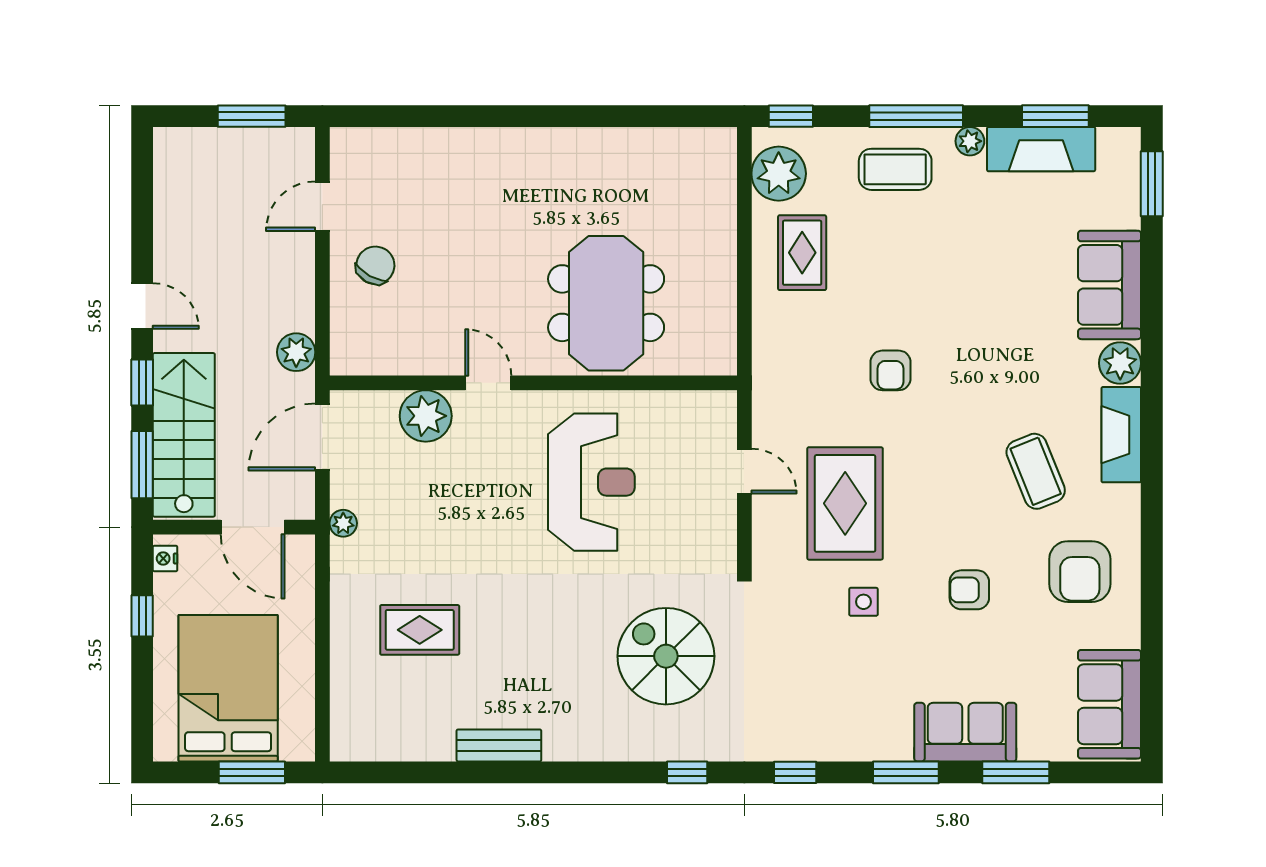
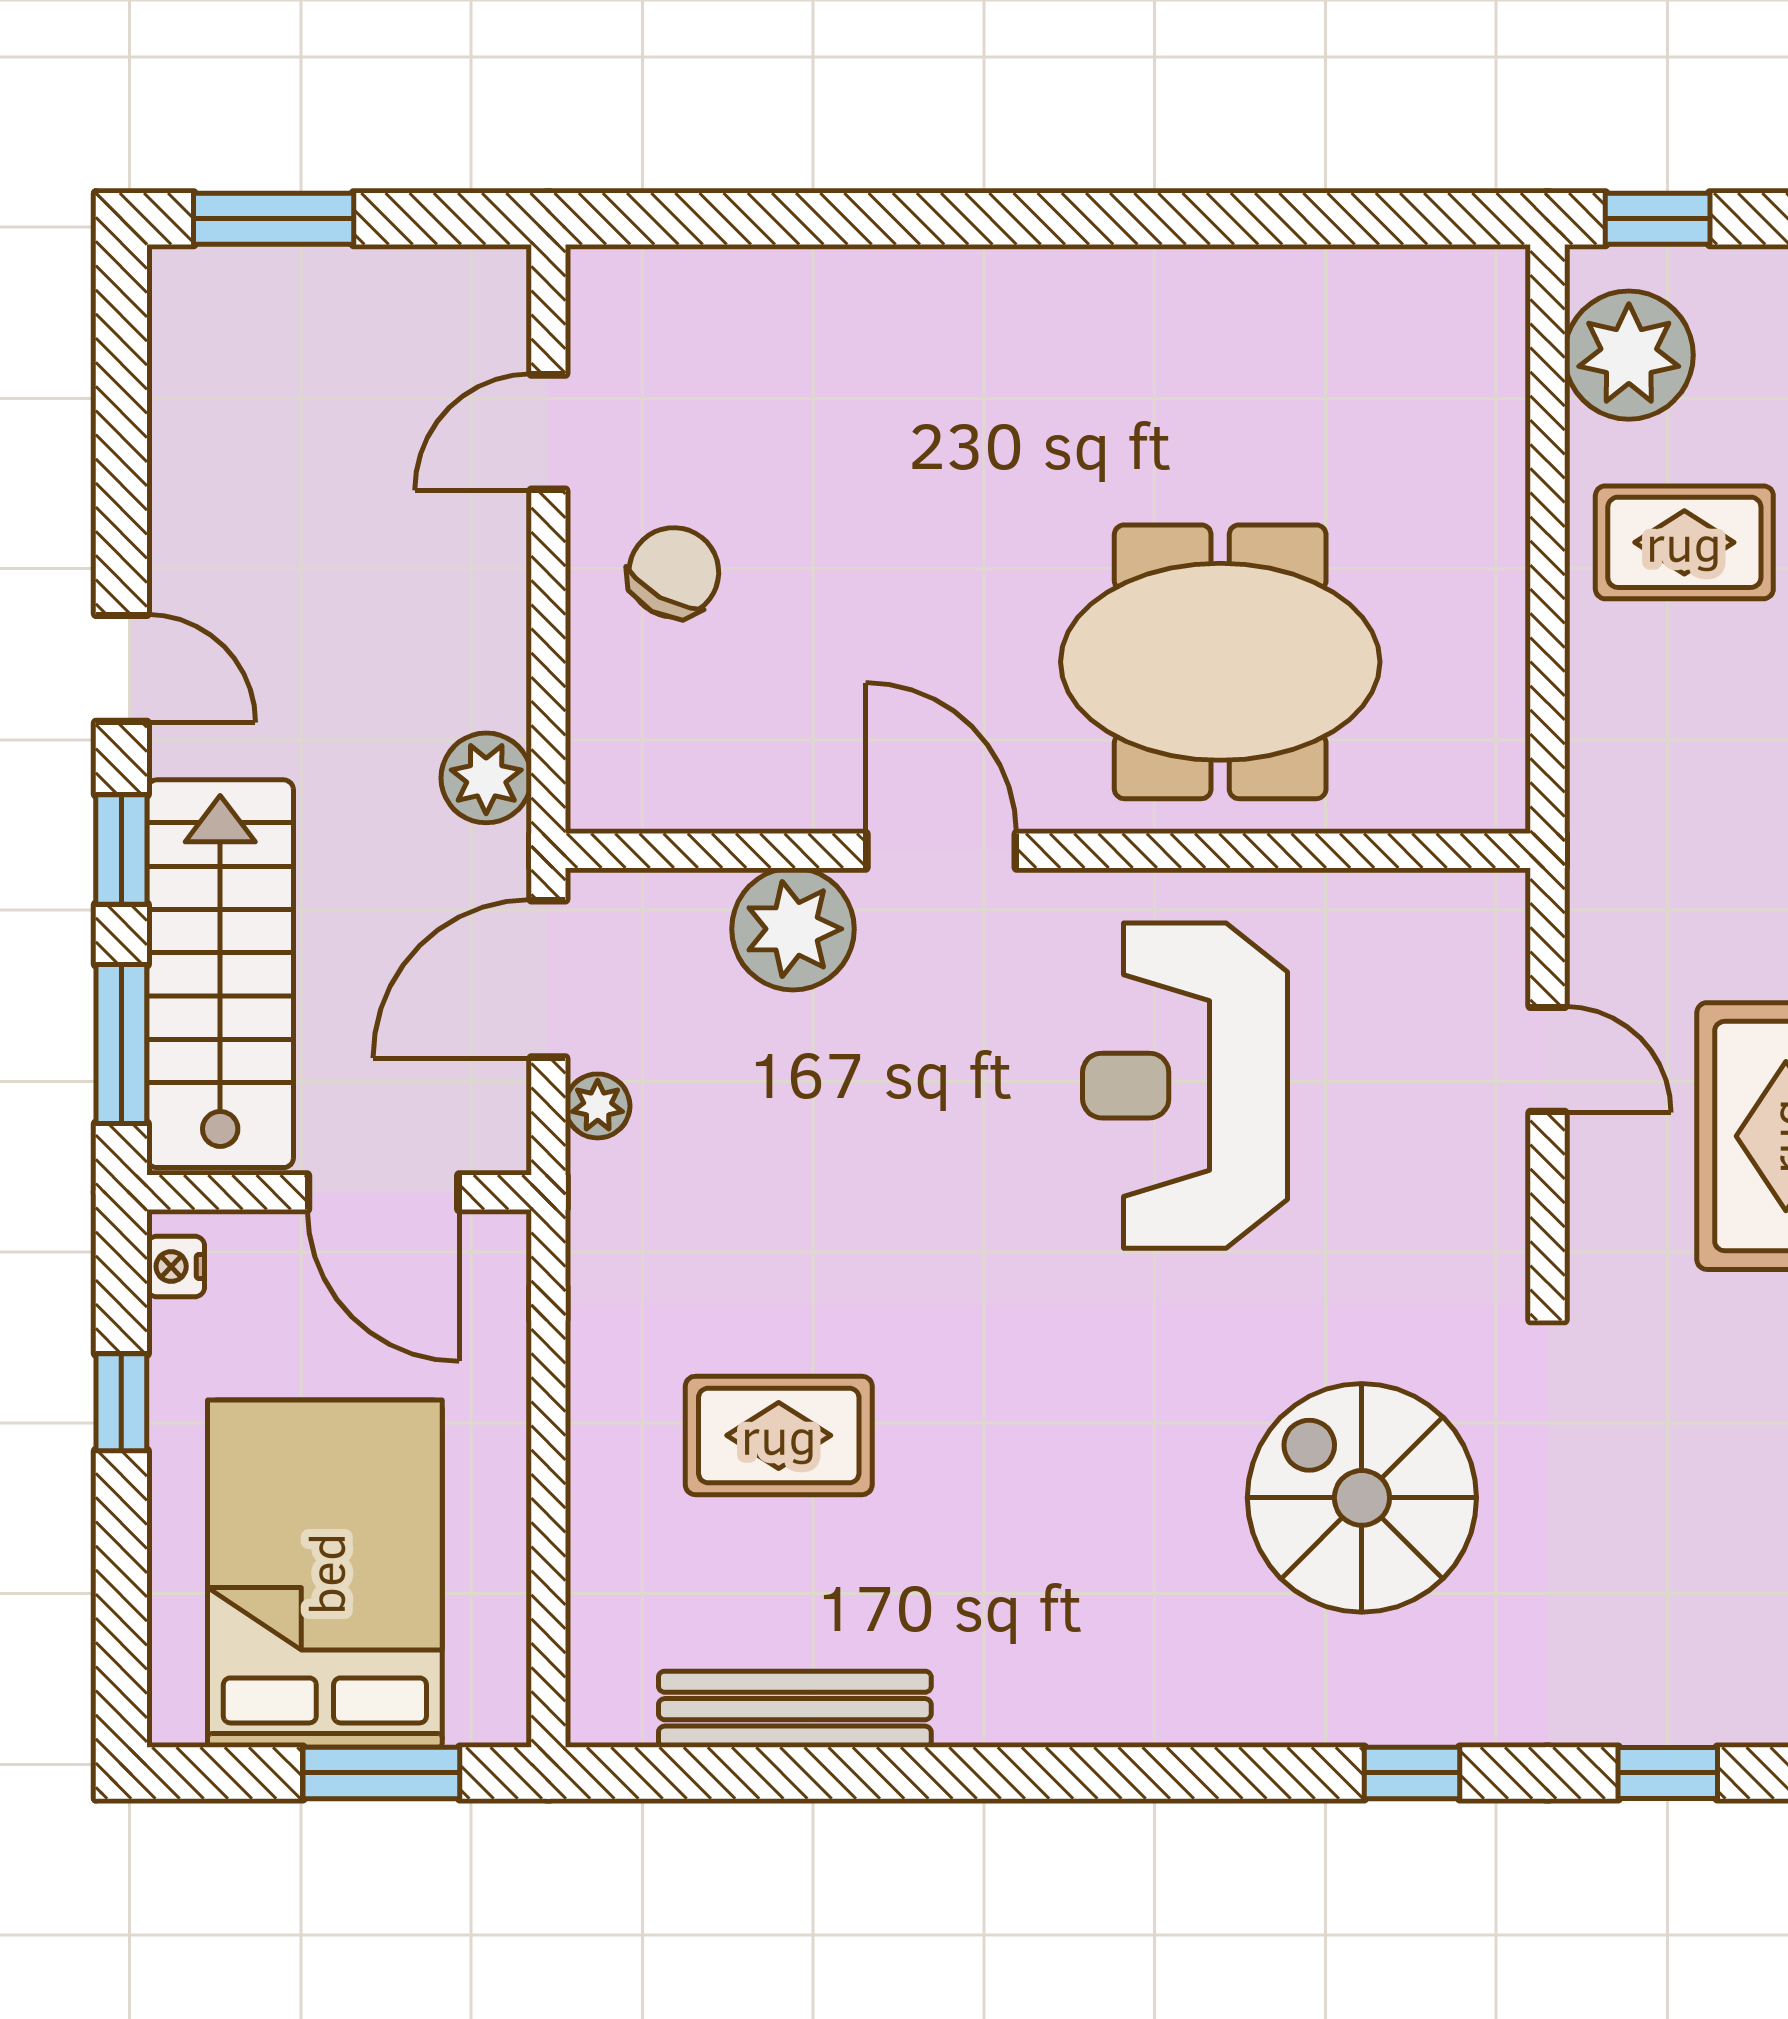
window: (252, 116) -> (274, 219), moved
rug: (802, 253) -> (1684, 542), turned 90
meeting table: (606, 303) -> (1220, 662), turned 90
door: (488, 383) -> (941, 851), width x1.38
reception desk: (591, 482) -> (1185, 1086), turned 180
plant: (343, 523) -> (598, 1106), moved
bench: (499, 745) -> (795, 1709), moved, width x1.36

